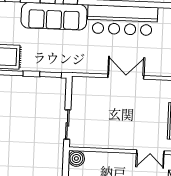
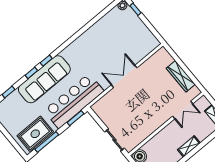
bar counter: (122, 20) -> (74, 101), moved, turned 180

